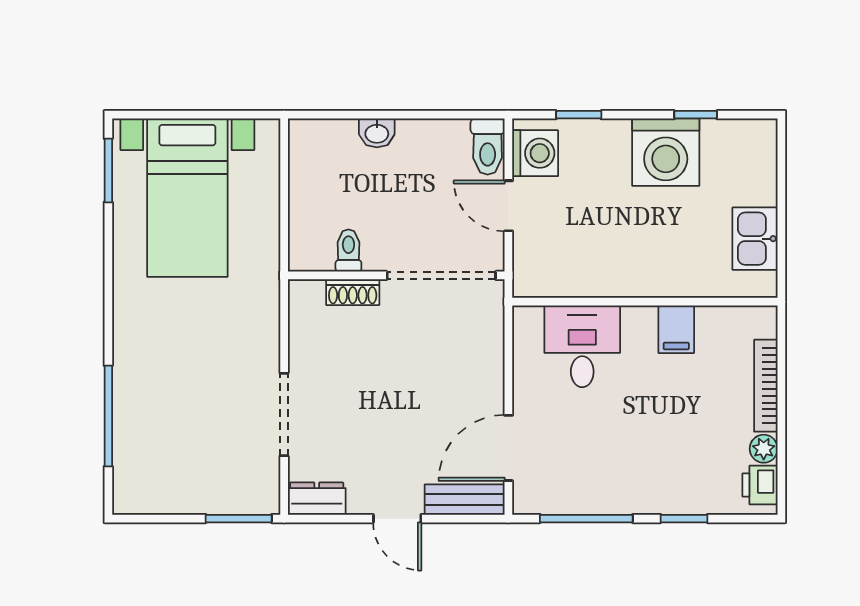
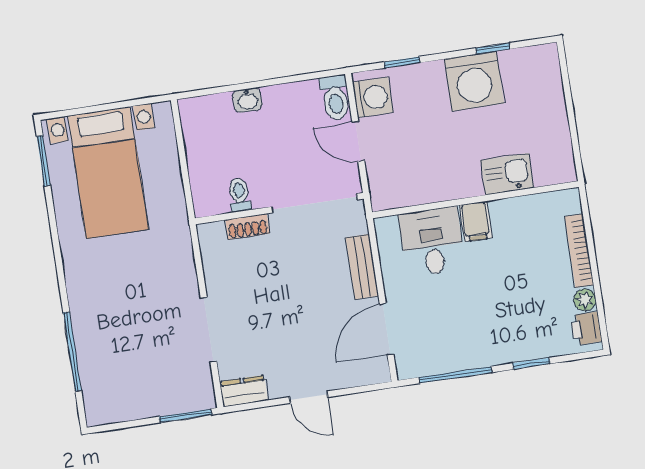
kitchen sink: (755, 239) -> (507, 174), moved, turned 90
filing cabinet: (676, 329) -> (476, 222), moved
bench: (465, 500) -> (362, 267), moved, turned 90

